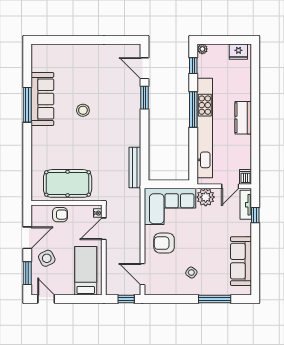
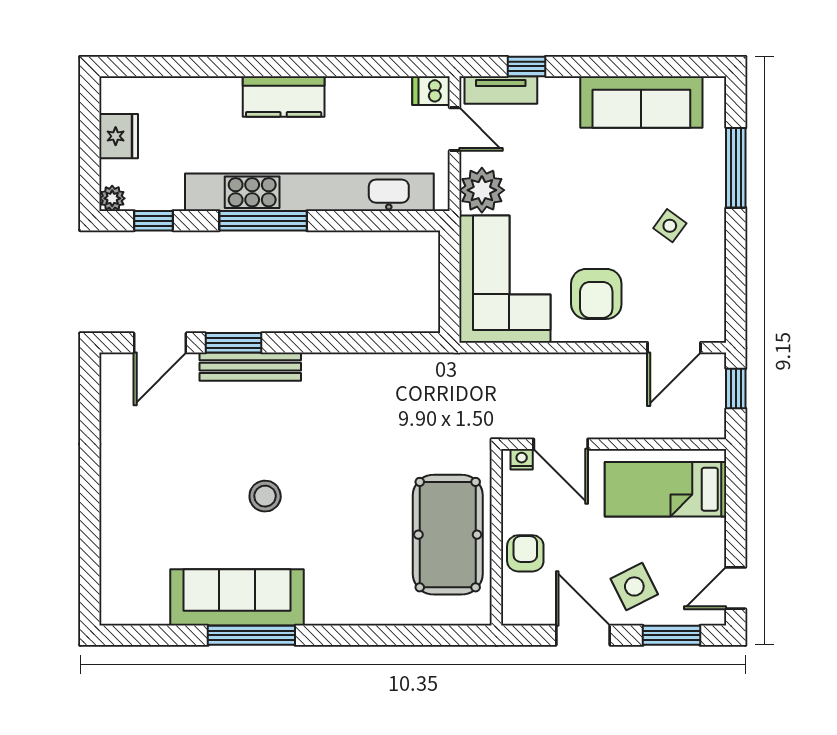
fridge: (238, 52) -> (119, 136), moved
bench: (135, 168) -> (250, 367), moved

